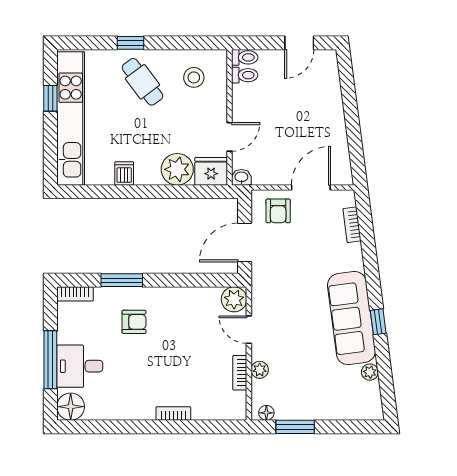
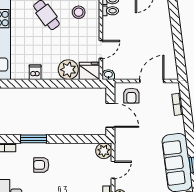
door: (245, 242) -> (110, 115), swing flipped
armchair: (134, 322) -> (41, 165), turned 180
door: (249, 330) -> (113, 170), swing flipped

